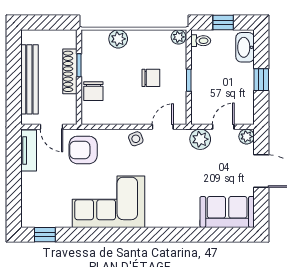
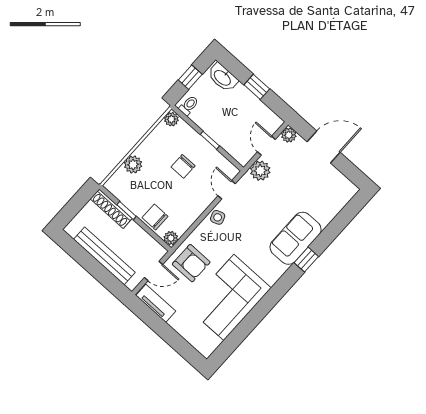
shoe rack: (70, 71) -> (111, 209), moved
chair: (151, 78) -> (183, 166), turned 180
chair: (93, 91) -> (155, 217), turned 180
plant: (88, 118) -> (171, 238), added
armchair: (83, 150) -> (191, 263), turned -90
corner sofa: (109, 202) -> (229, 297), moved
sofa: (227, 212) -> (296, 238), moved
window: (45, 235) -> (306, 260), moved

